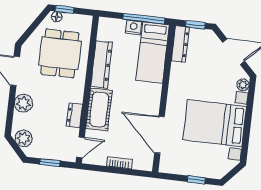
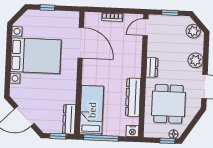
nightstand: (133, 27) -> (132, 131), moved
plant: (243, 85) -> (15, 89), removed
cot: (99, 109) -> (132, 60), removed
dresser: (74, 115) -> (152, 67), moved

